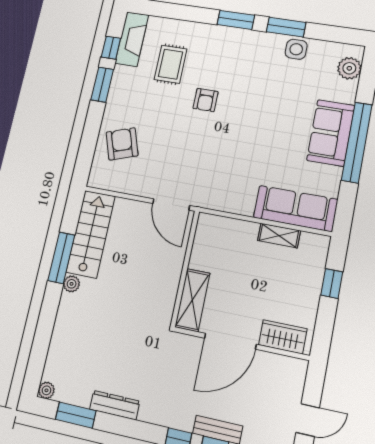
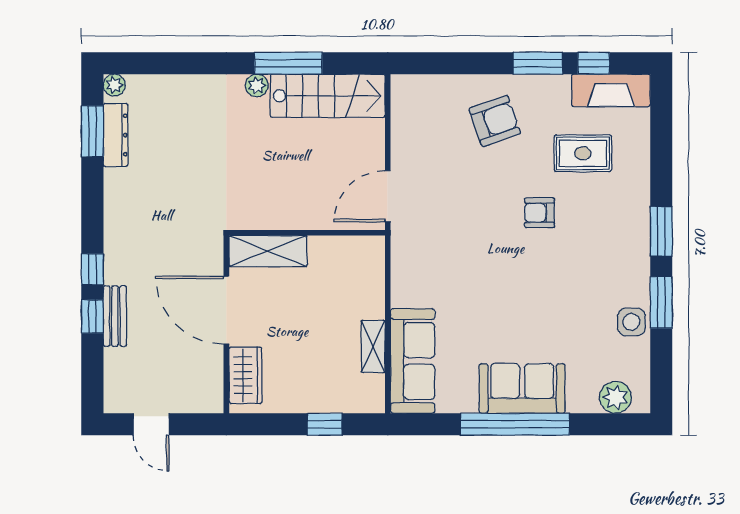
armchair: (122, 144) -> (495, 121), moved
dresser: (115, 405) -> (116, 135), moved

